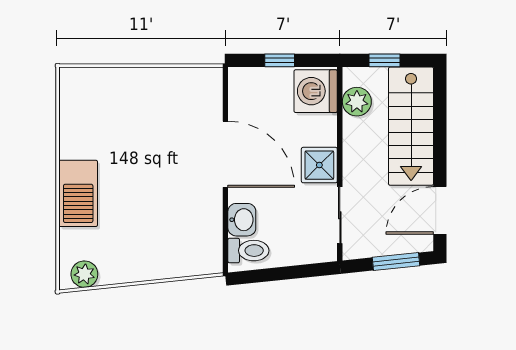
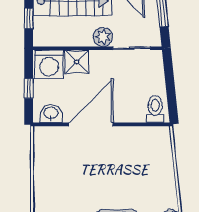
plant: (357, 102) -> (103, 37), moved
shower: (319, 165) -> (77, 62), moved
washbasin: (242, 220) -> (51, 113), moved

